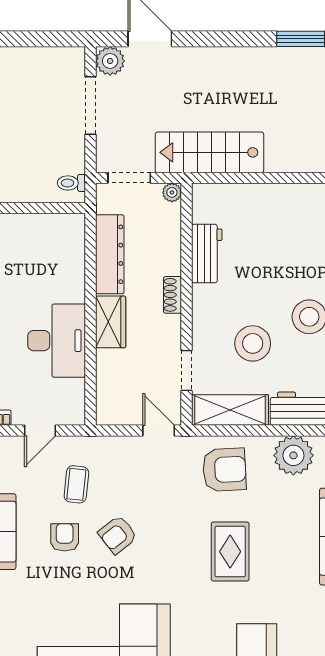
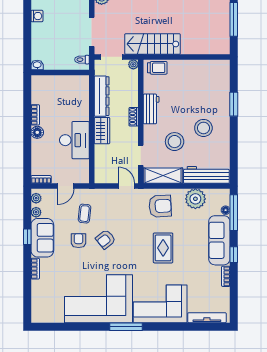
doorway: (91, 106) -> (92, 32), moved
trolley: (219, 199) -> (157, 68), added
workbench: (207, 253) -> (151, 109), moved

